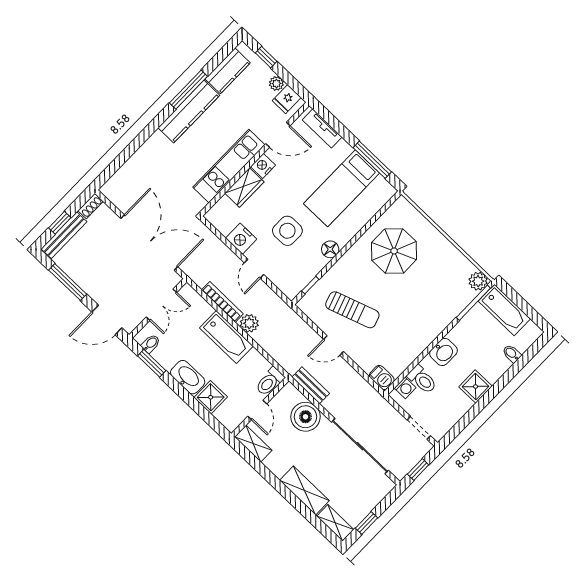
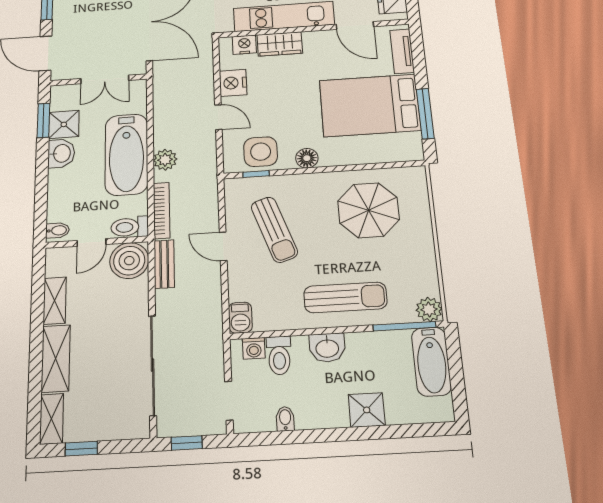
nightstand: (263, 166) -> (244, 45), moved
bed: (342, 188) -> (370, 105), width x1.50
side table: (287, 231) -> (261, 152), moved
door: (254, 269) -> (218, 117), swing flipped
bookcase: (222, 302) -> (162, 210), moved
sun lounger: (428, 315) -> (345, 297), added
bathtub: (226, 337) -> (126, 154), width x1.36, depth x1.36
bidet: (151, 344) -> (57, 230), moved
bidet: (512, 354) -> (285, 419), moved
washbasin: (188, 377) -> (61, 153), width x0.72
shower: (476, 386) -> (367, 410), moved
shower: (211, 397) -> (64, 124), moved
boiler: (305, 417) -> (129, 261), moved
shelving: (253, 444) -> (55, 301), moved

